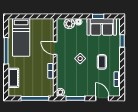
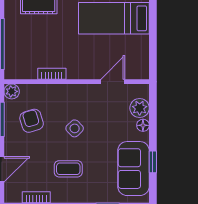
door: (55, 48) -> (113, 82), moved
armchair: (76, 82) -> (32, 121), added

